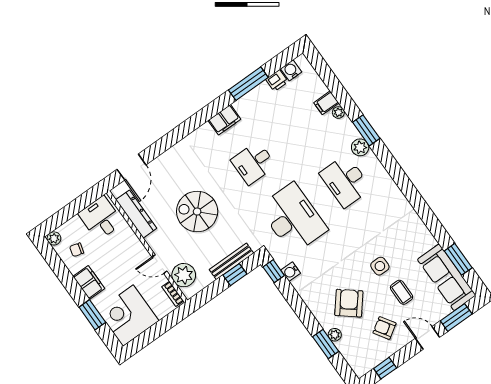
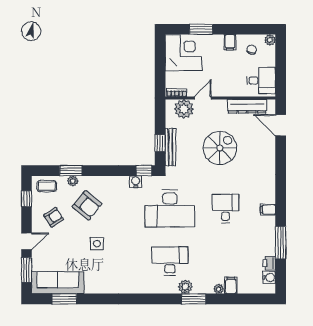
filing cabinet: (224, 120) -> (268, 210), width x0.50
filing cabinet: (89, 282) -> (230, 42), width x0.50
coffee table: (402, 292) -> (47, 186), moved

